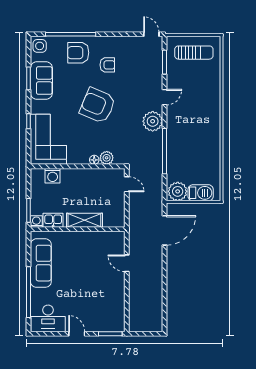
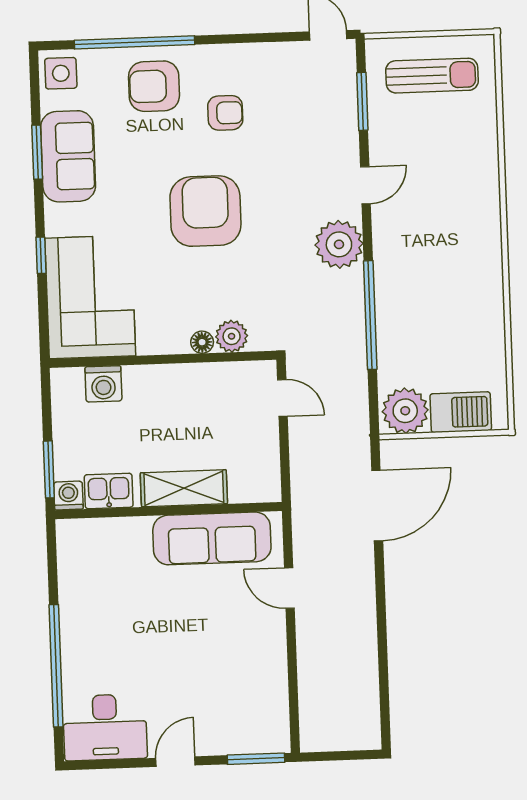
armchair: (98, 105) -> (205, 211), turned 67
sofa: (41, 263) -> (212, 538), moved, turned 90
door: (77, 334) -> (175, 762), hinge flipped

